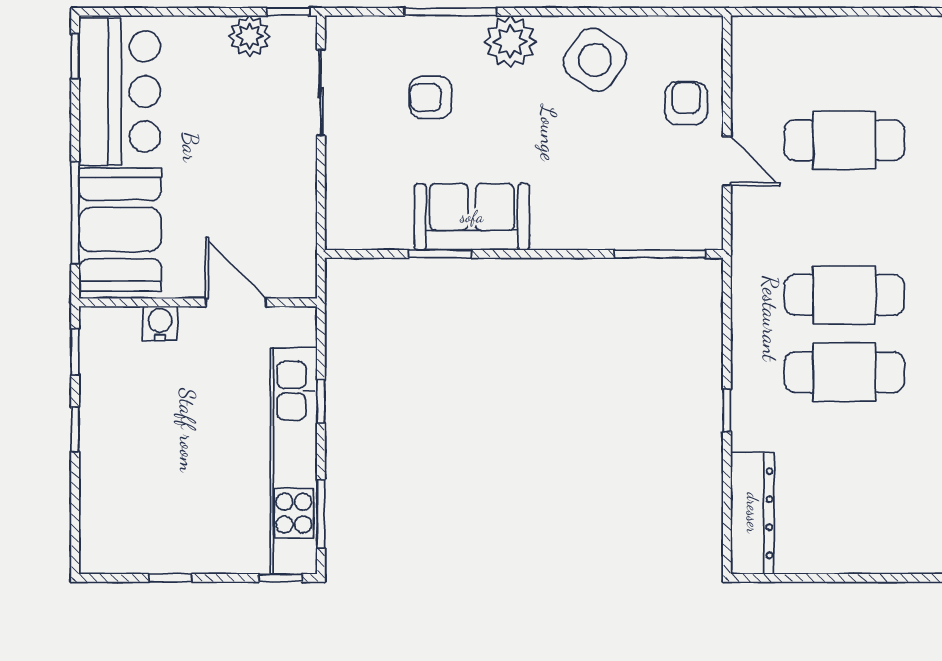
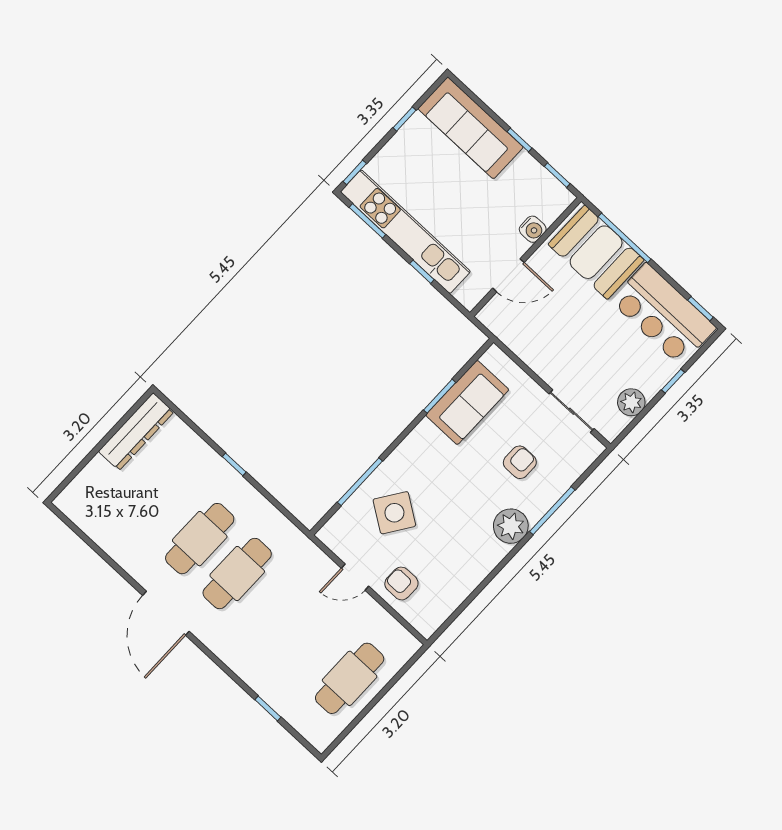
window: (288, 12) -> (673, 381), moved
side table: (595, 60) -> (394, 513), moved
armchair: (686, 103) -> (401, 583), turned 180
cafe table: (844, 140) -> (350, 678), moved
sofa: (472, 217) -> (467, 402), moved
window: (660, 254) -> (360, 482), moved
sofa: (112, 496) -> (471, 128), added
dresser: (752, 513) -> (136, 432), moved, turned -90

